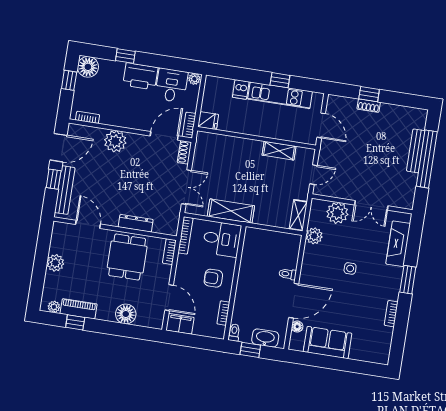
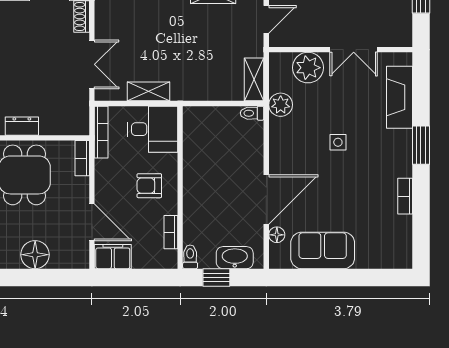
shelving: (231, 211) -> (149, 91), width x0.67, depth x0.75
dresser: (136, 223) -> (22, 126), width x0.70
toilet: (288, 274) -> (252, 113), moved

